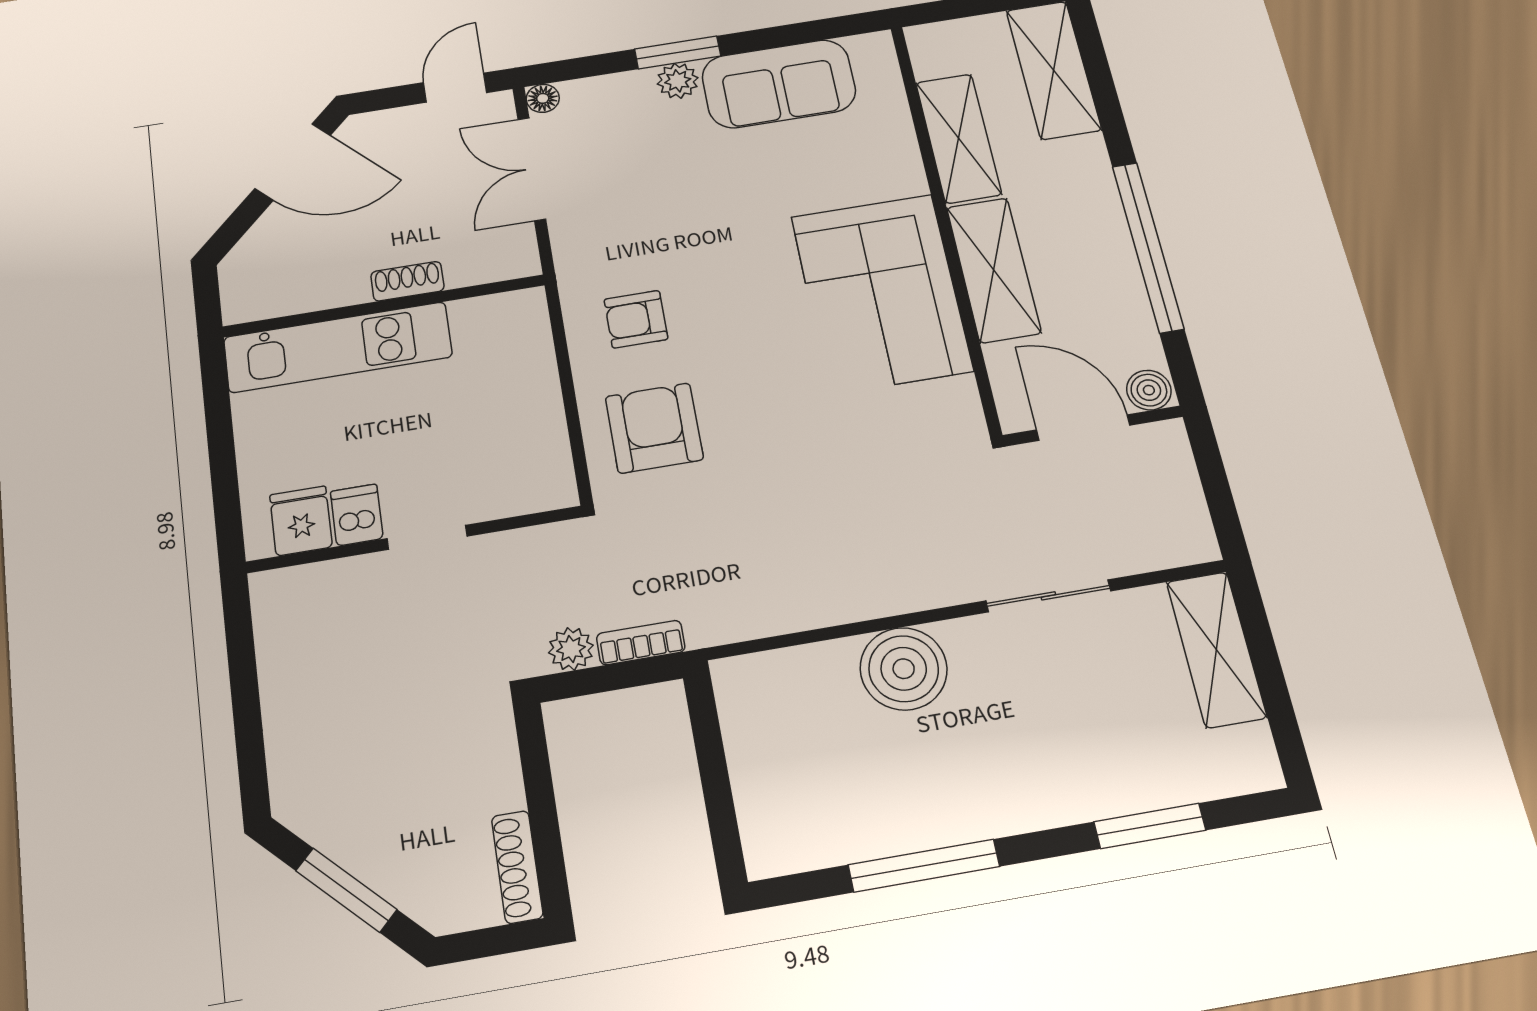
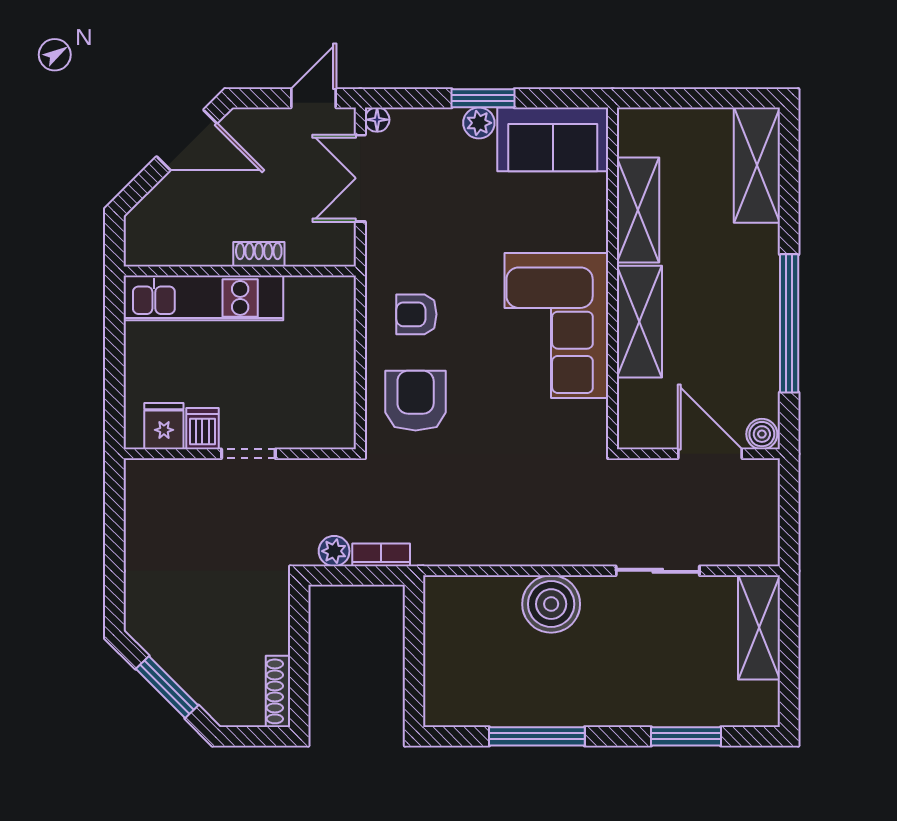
shelving: (959, 138) -> (638, 210), moved
wall: (944, 224) -> (613, 278), moved
shelving: (994, 270) -> (639, 322), moved
corner sofa: (881, 293) -> (556, 325), moved

